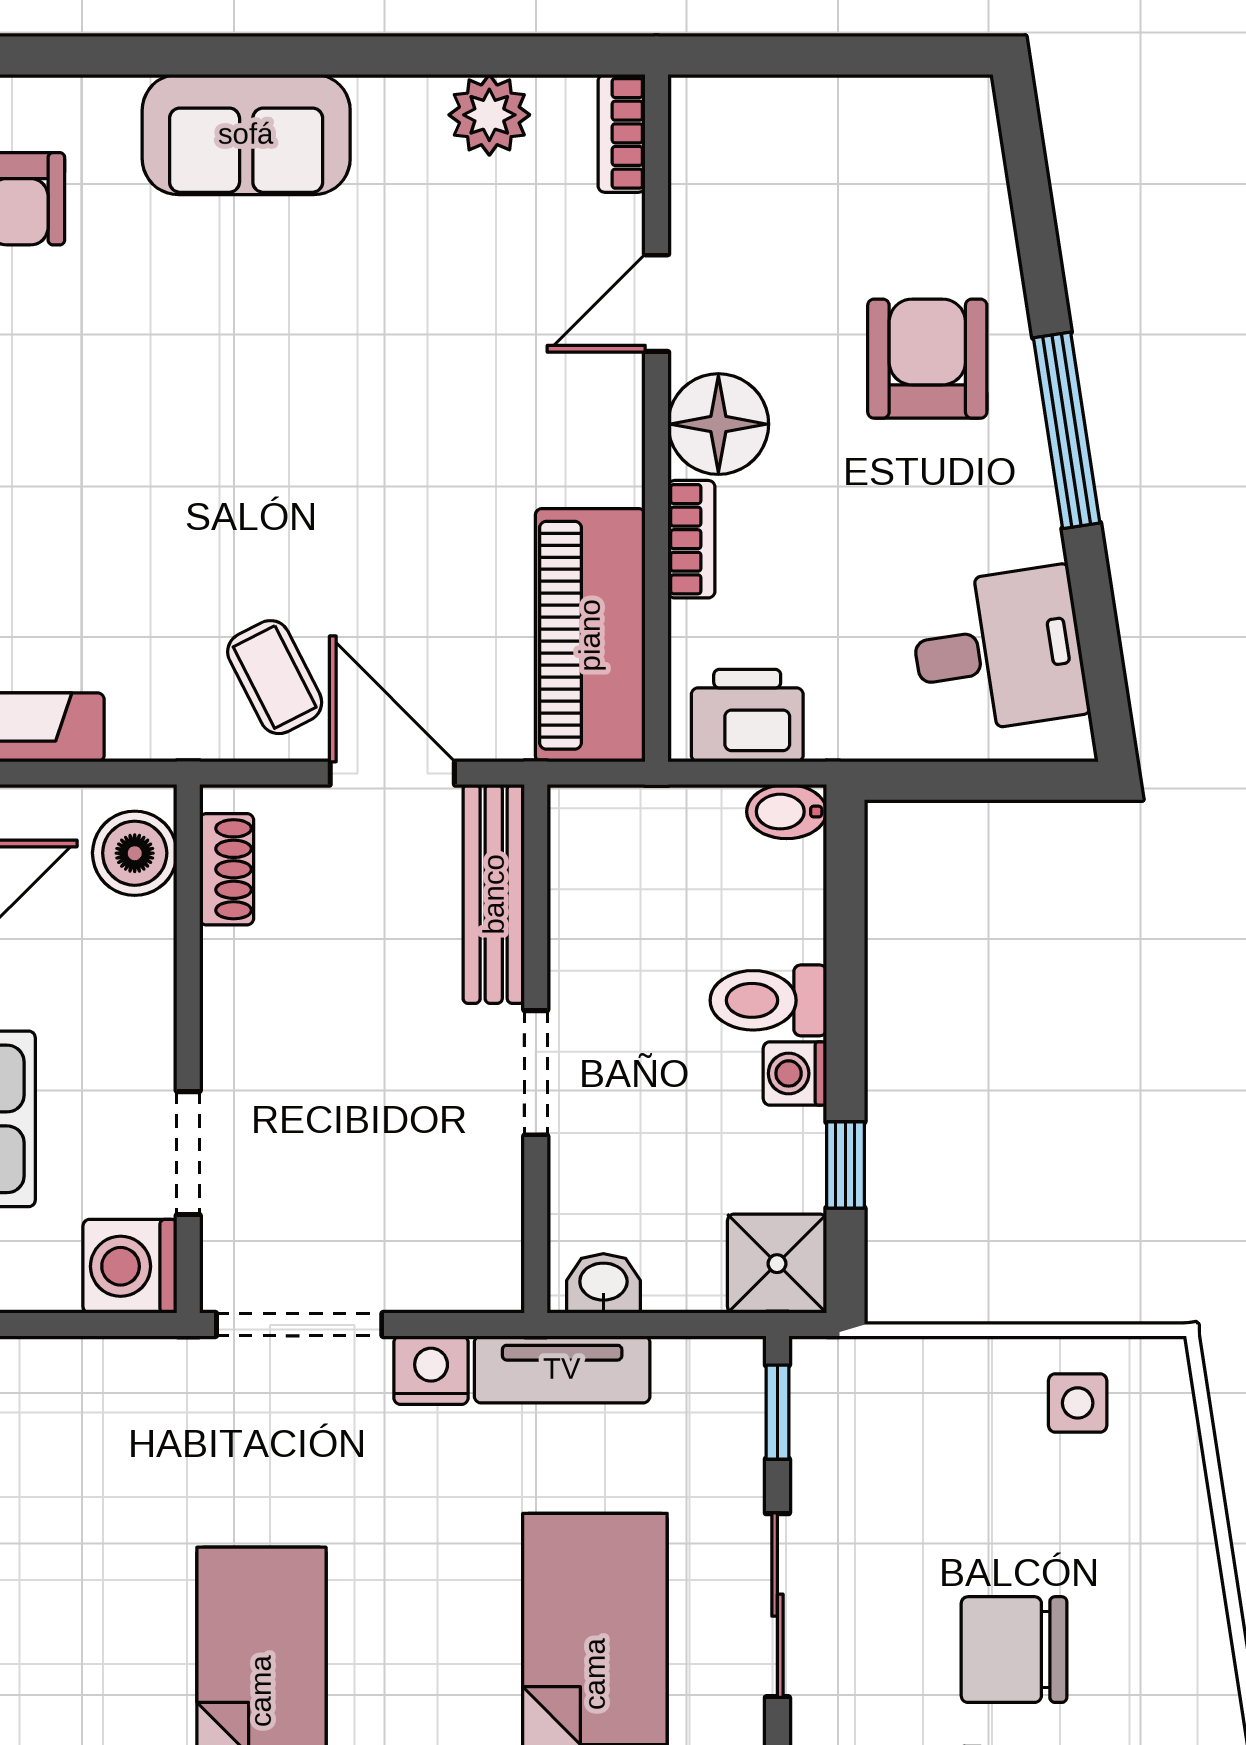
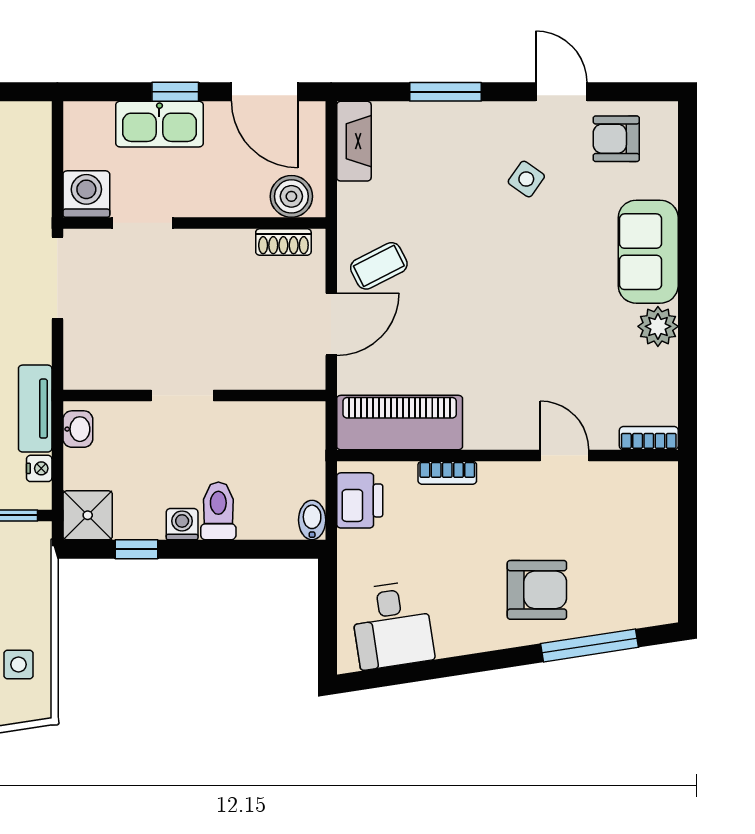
plant: (489, 115) -> (658, 326), moved
side table: (100, 380) -> (526, 179), added
floor lamp: (718, 424) -> (504, 486), removed
window: (1067, 430) -> (590, 645), moved
bench: (494, 894) -> (271, 375), removed
nightstand: (431, 1370) -> (39, 468), moved, width x0.72, depth x0.74

